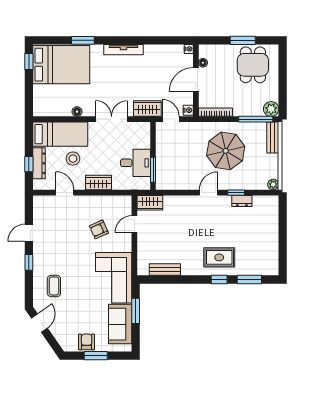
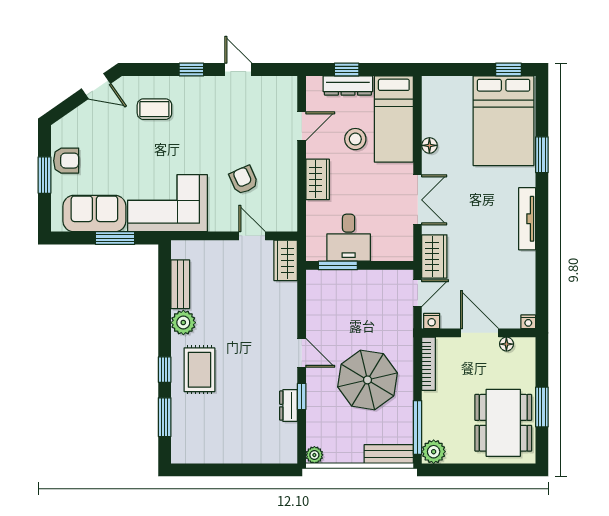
dining table: (253, 65) -> (503, 423), width x1.38
plant: (189, 268) -> (183, 323), added

